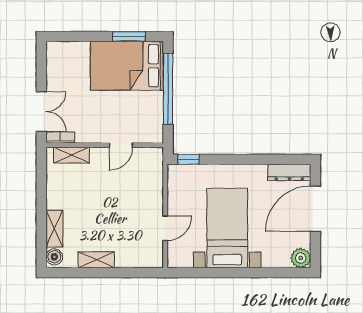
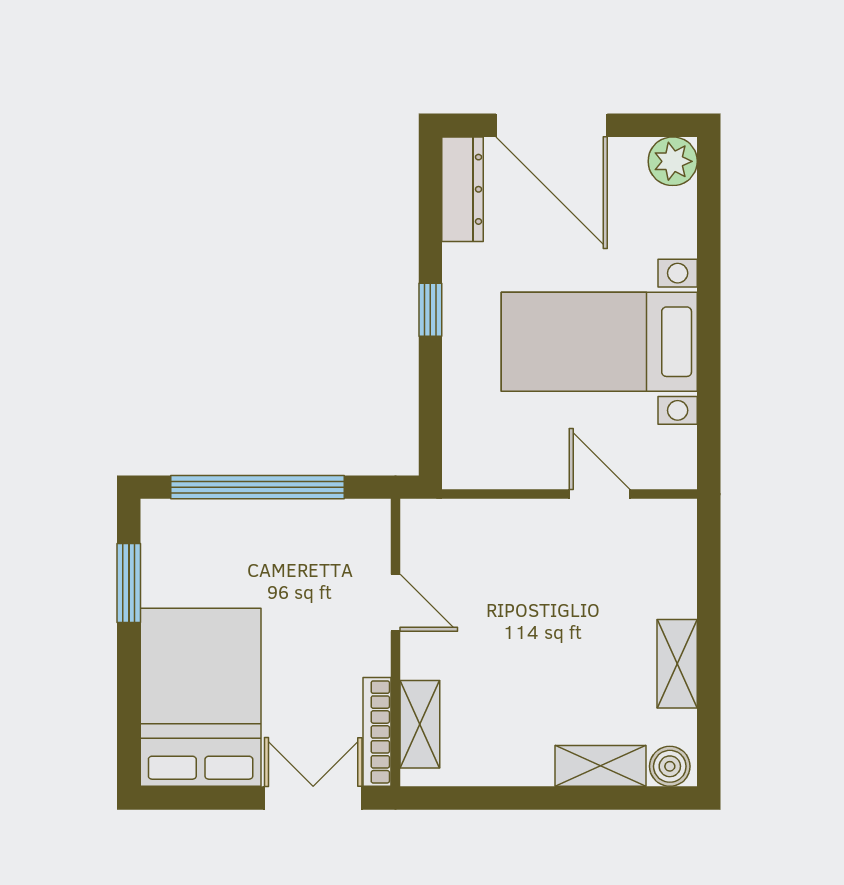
bed: (127, 66) -> (201, 697), moved, turned 180
bookcase: (60, 138) -> (377, 732), width x1.56
window: (189, 159) -> (430, 310), moved

